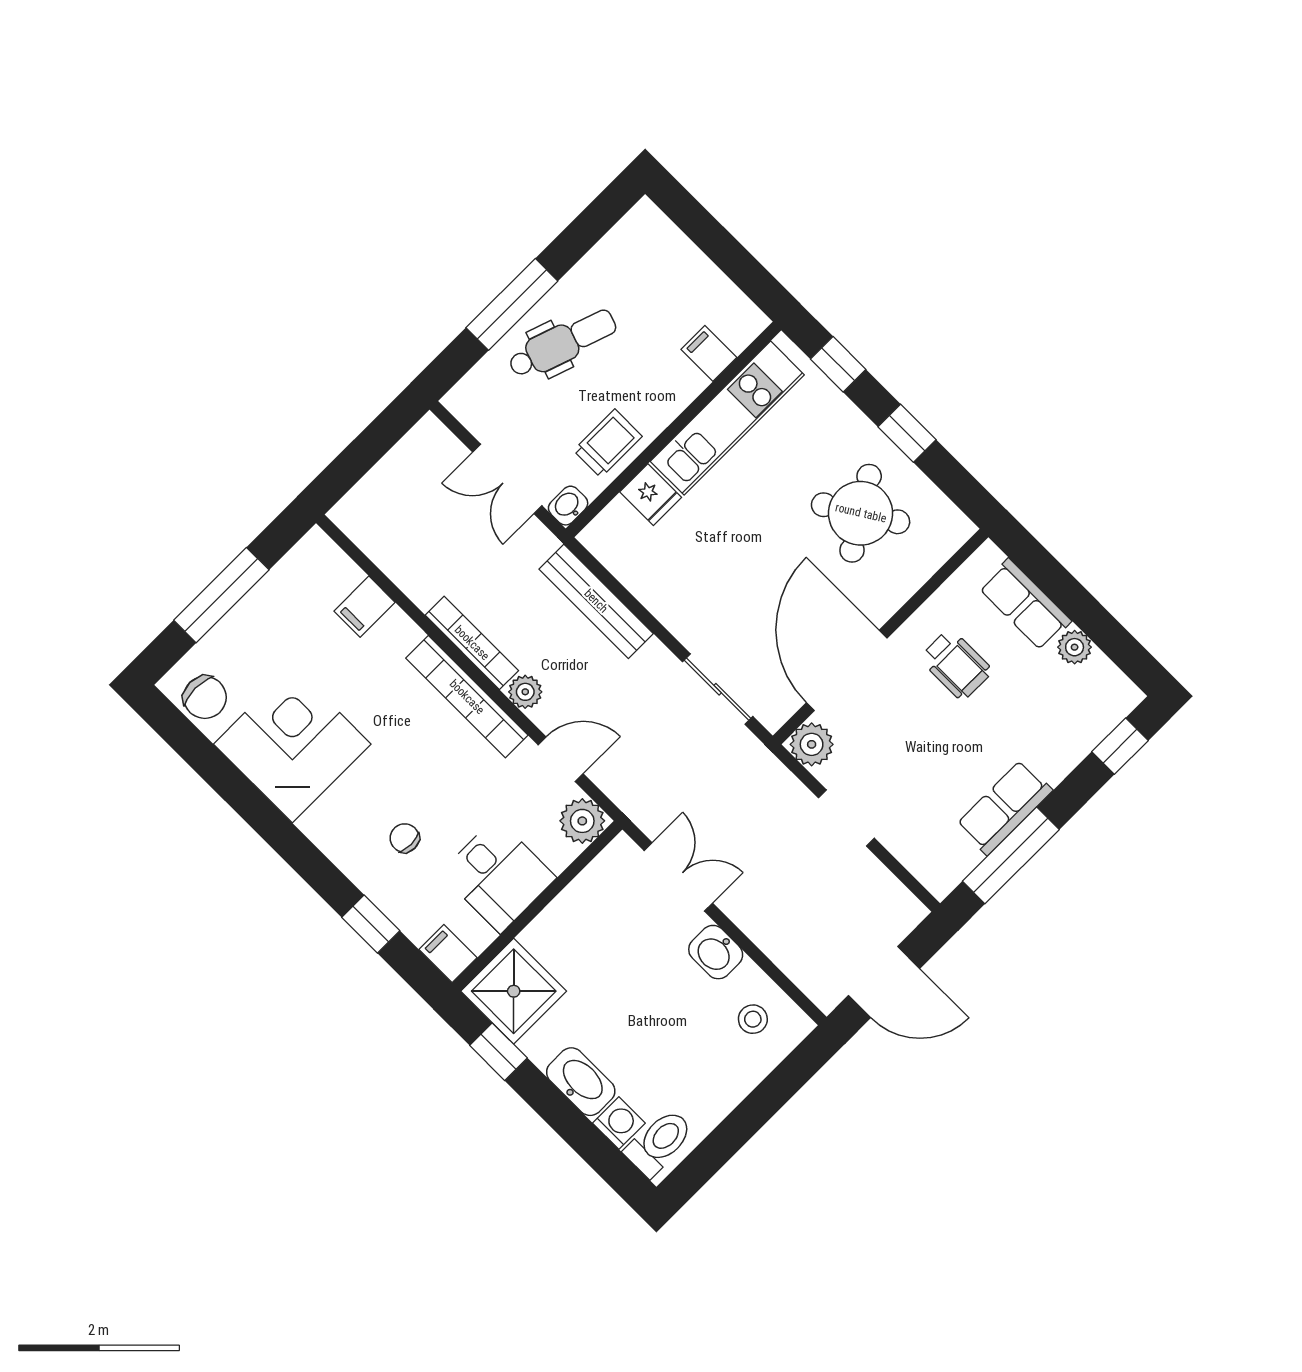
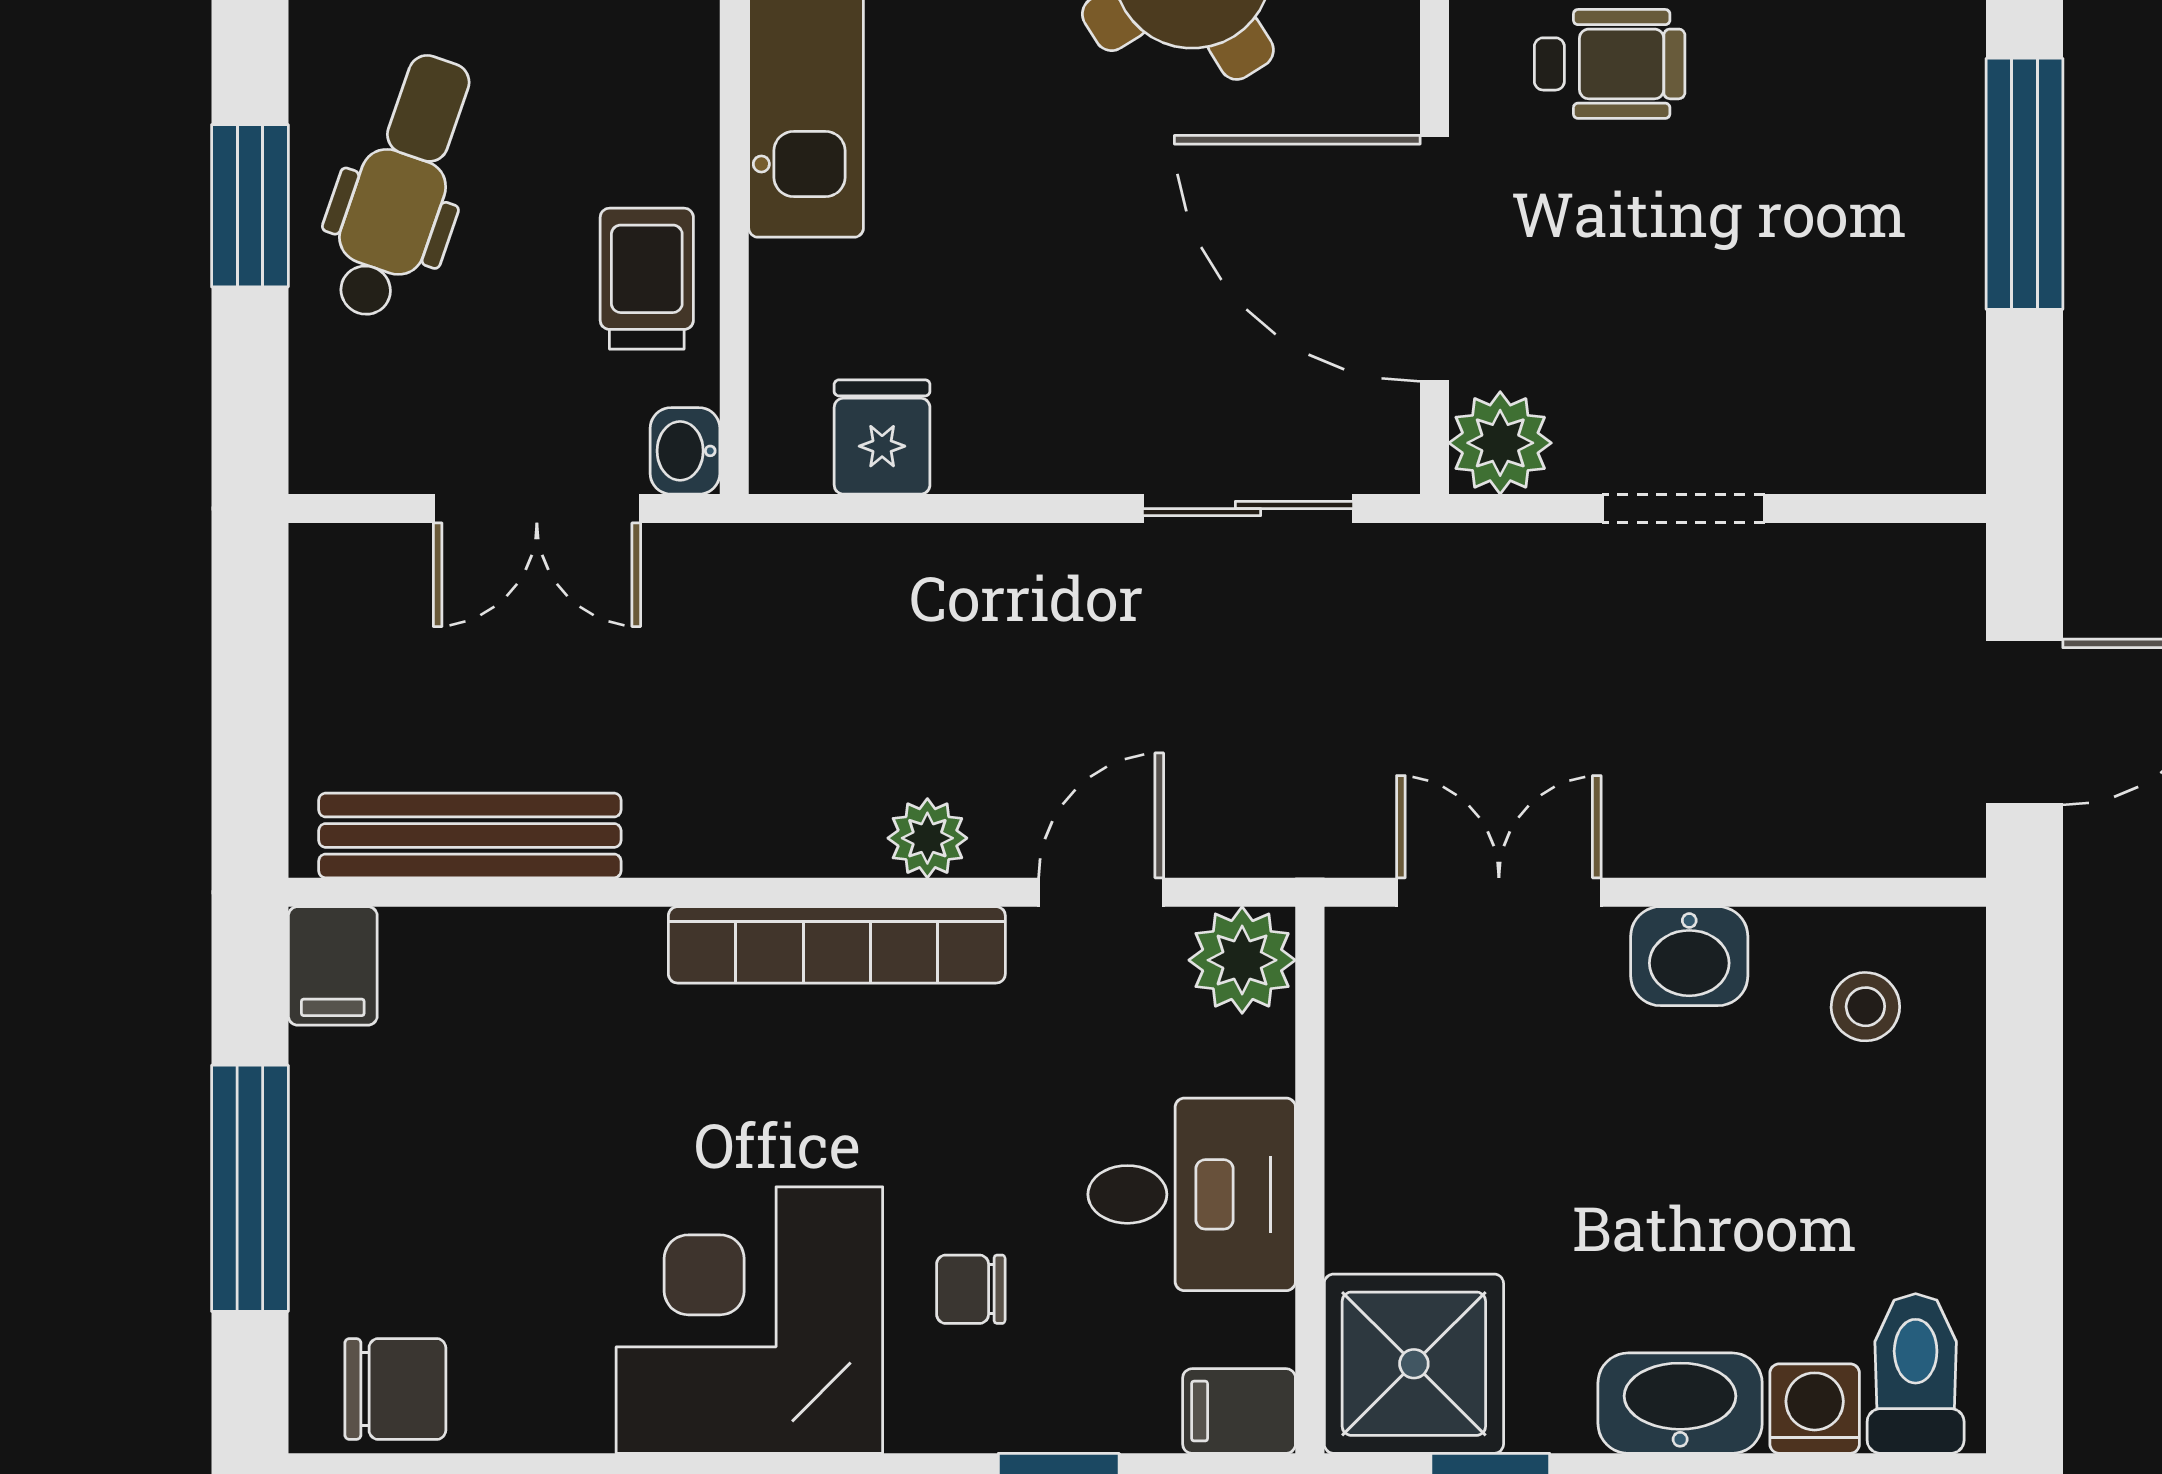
window: (512, 304) -> (250, 206), width x0.69
fridge: (651, 495) -> (882, 437), moved, turned -90
bench: (596, 601) -> (470, 835), moved
filing cabinet: (365, 607) -> (333, 966), moved
bookcase: (472, 643) -> (754, 846), removed
corner desk: (292, 744) -> (749, 1320), moved
row of seats: (1004, 807) -> (1933, 224), removed
window: (1011, 855) -> (2024, 184), moved

